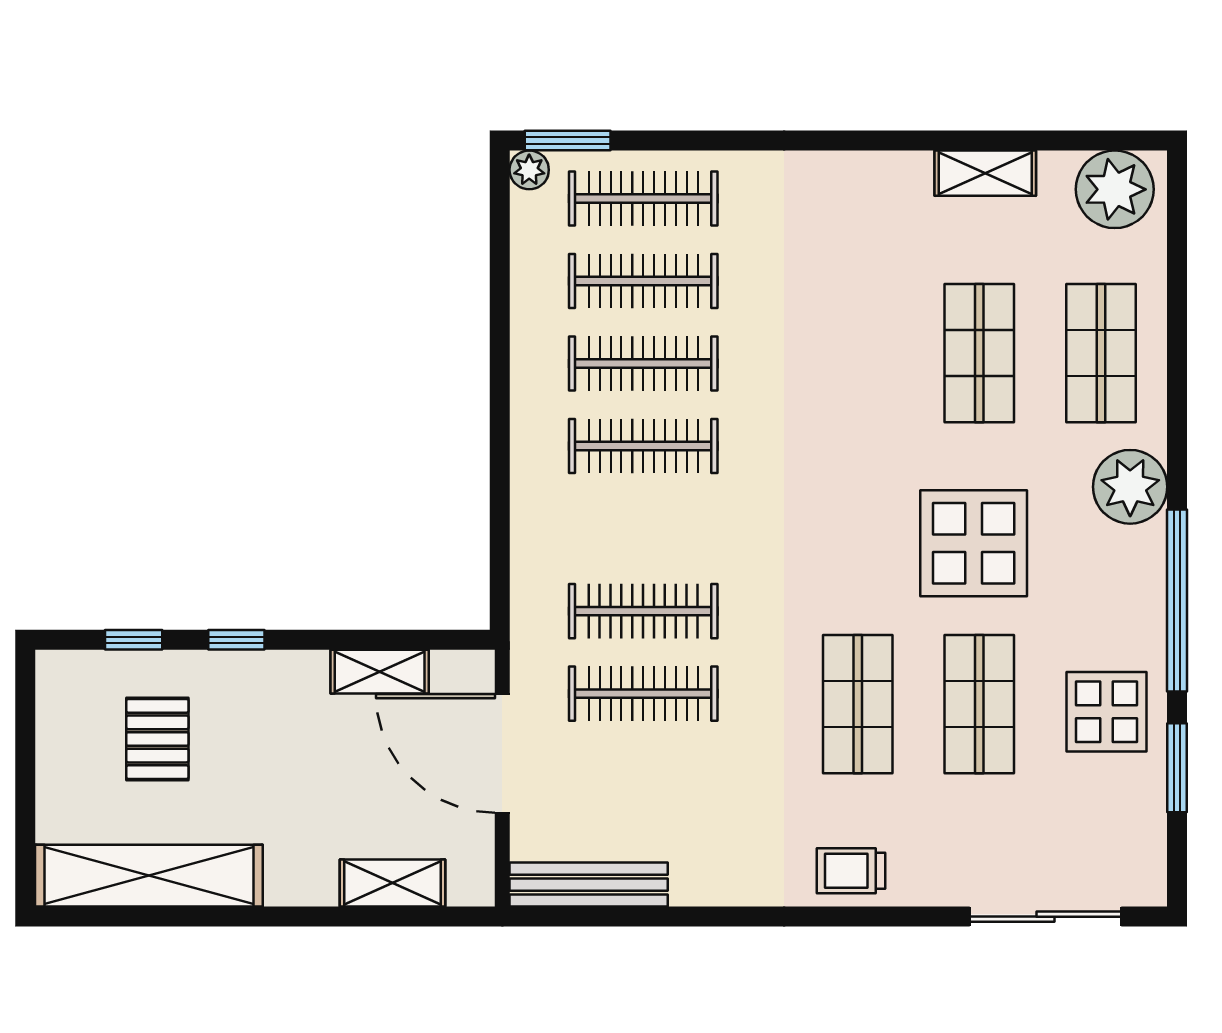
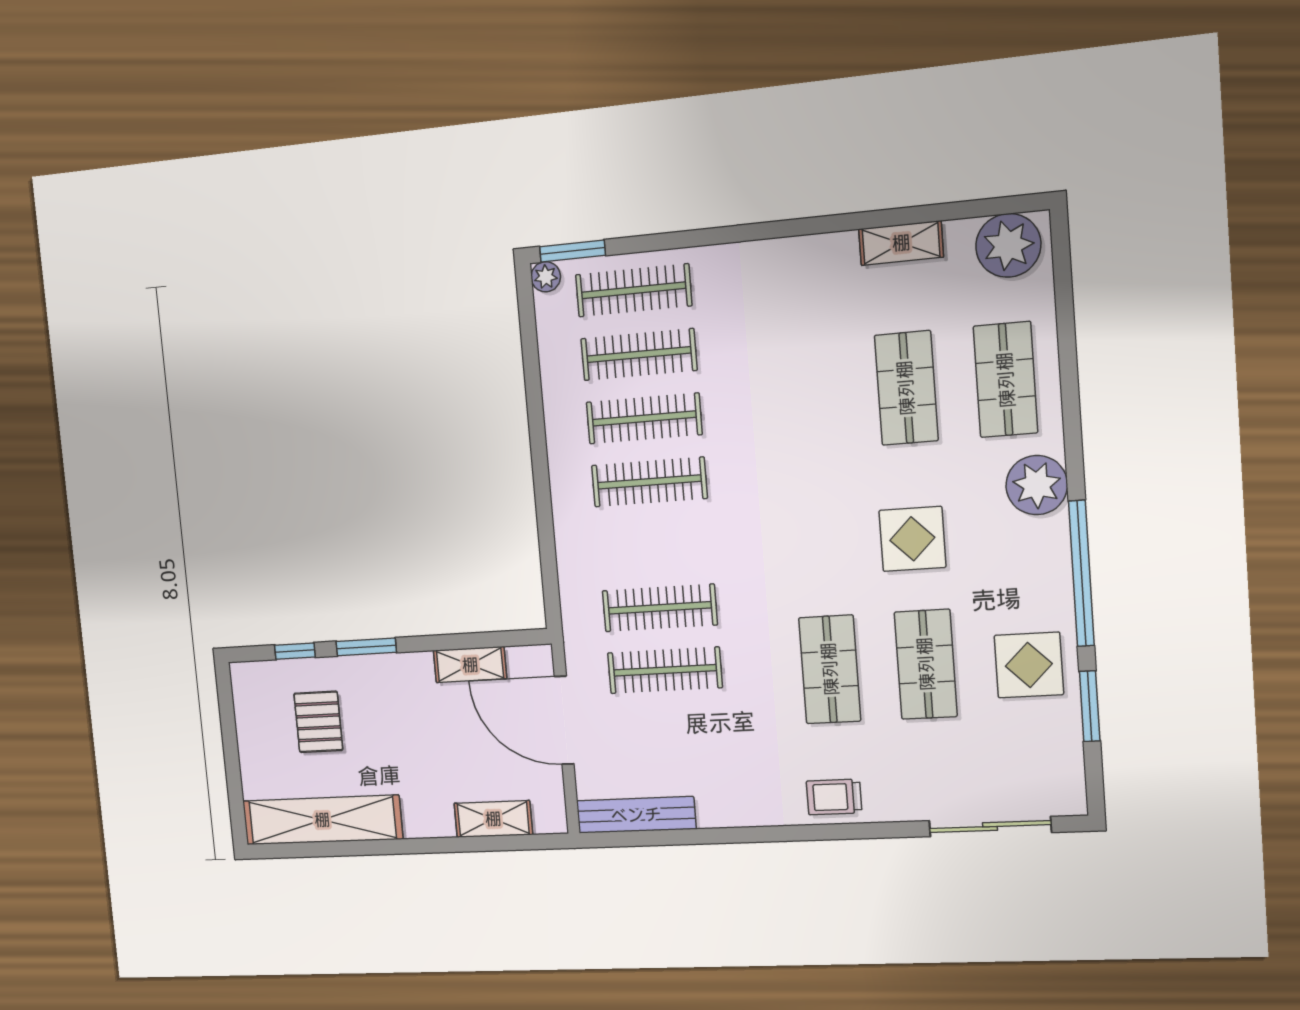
display table: (974, 543) -> (912, 539), width x0.73, depth x0.73
window: (236, 640) -> (366, 647), width x1.50

